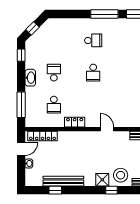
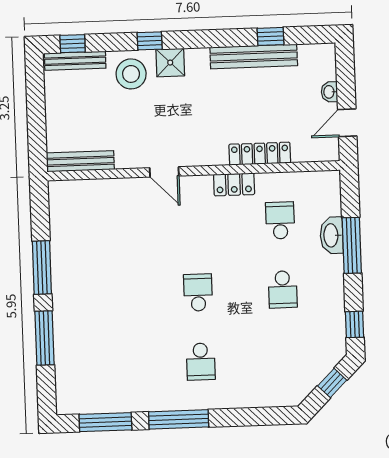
school desk: (93, 40) -> (201, 362), turned -90
washbasin: (30, 78) -> (332, 235), moved
window: (21, 105) -> (352, 245), moved
locker: (43, 136) -> (260, 154), moved

